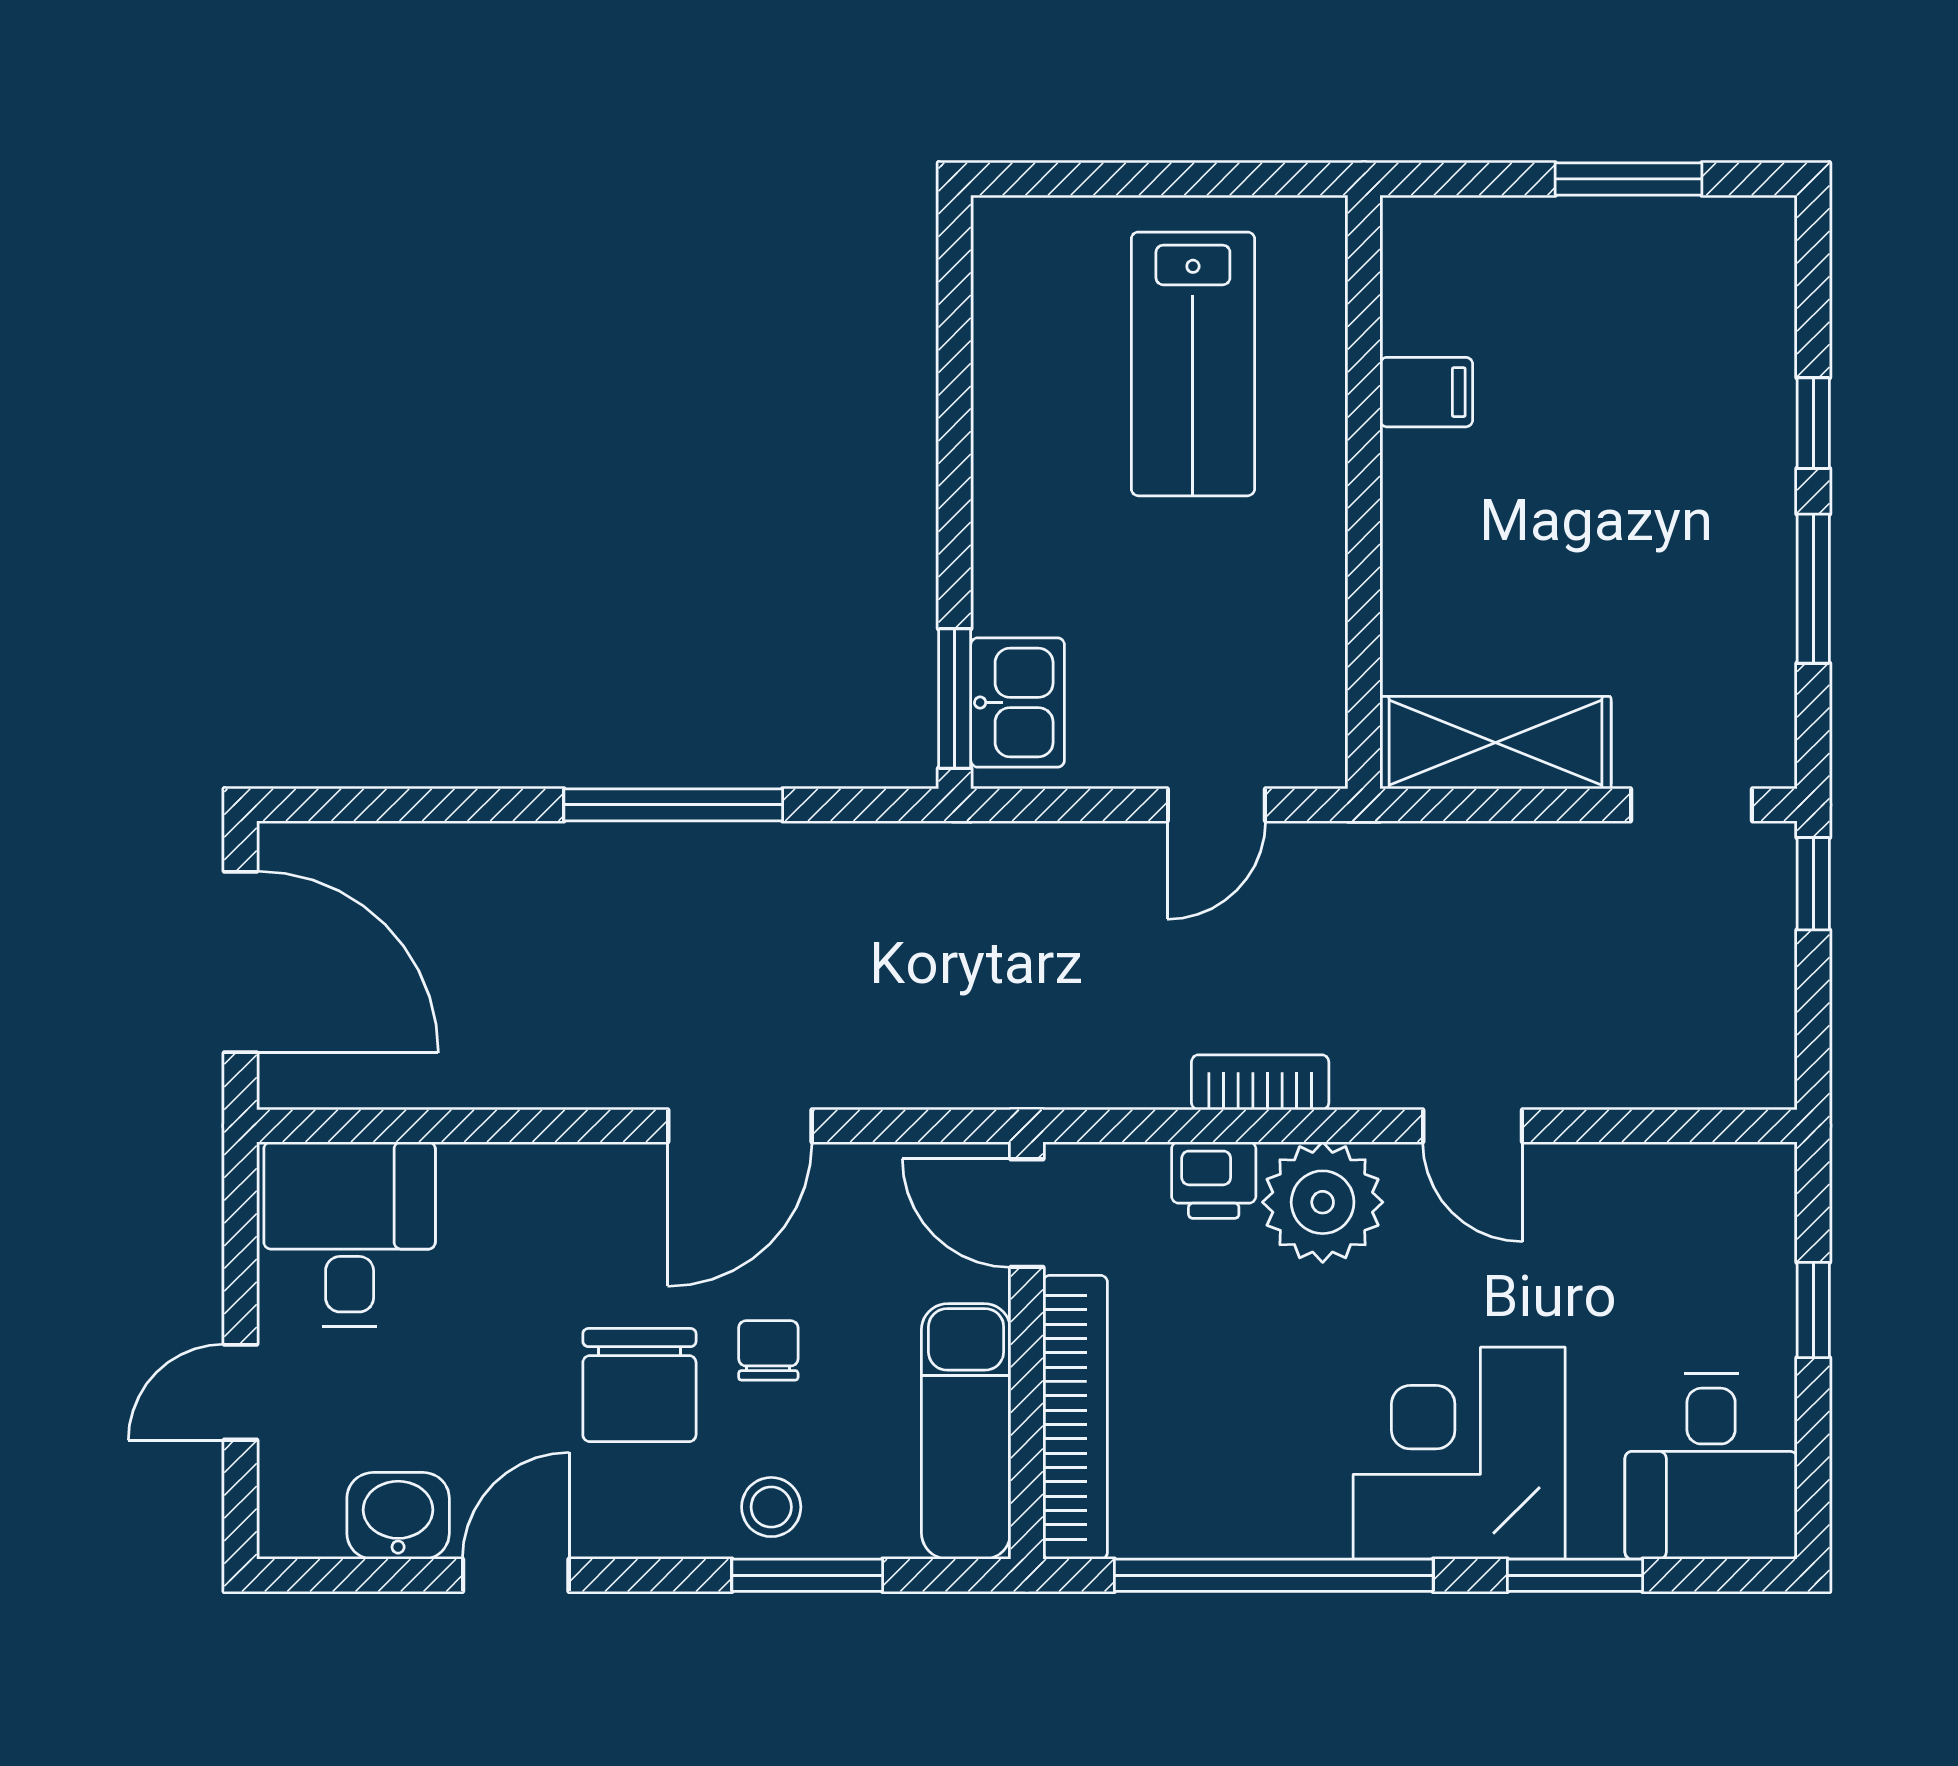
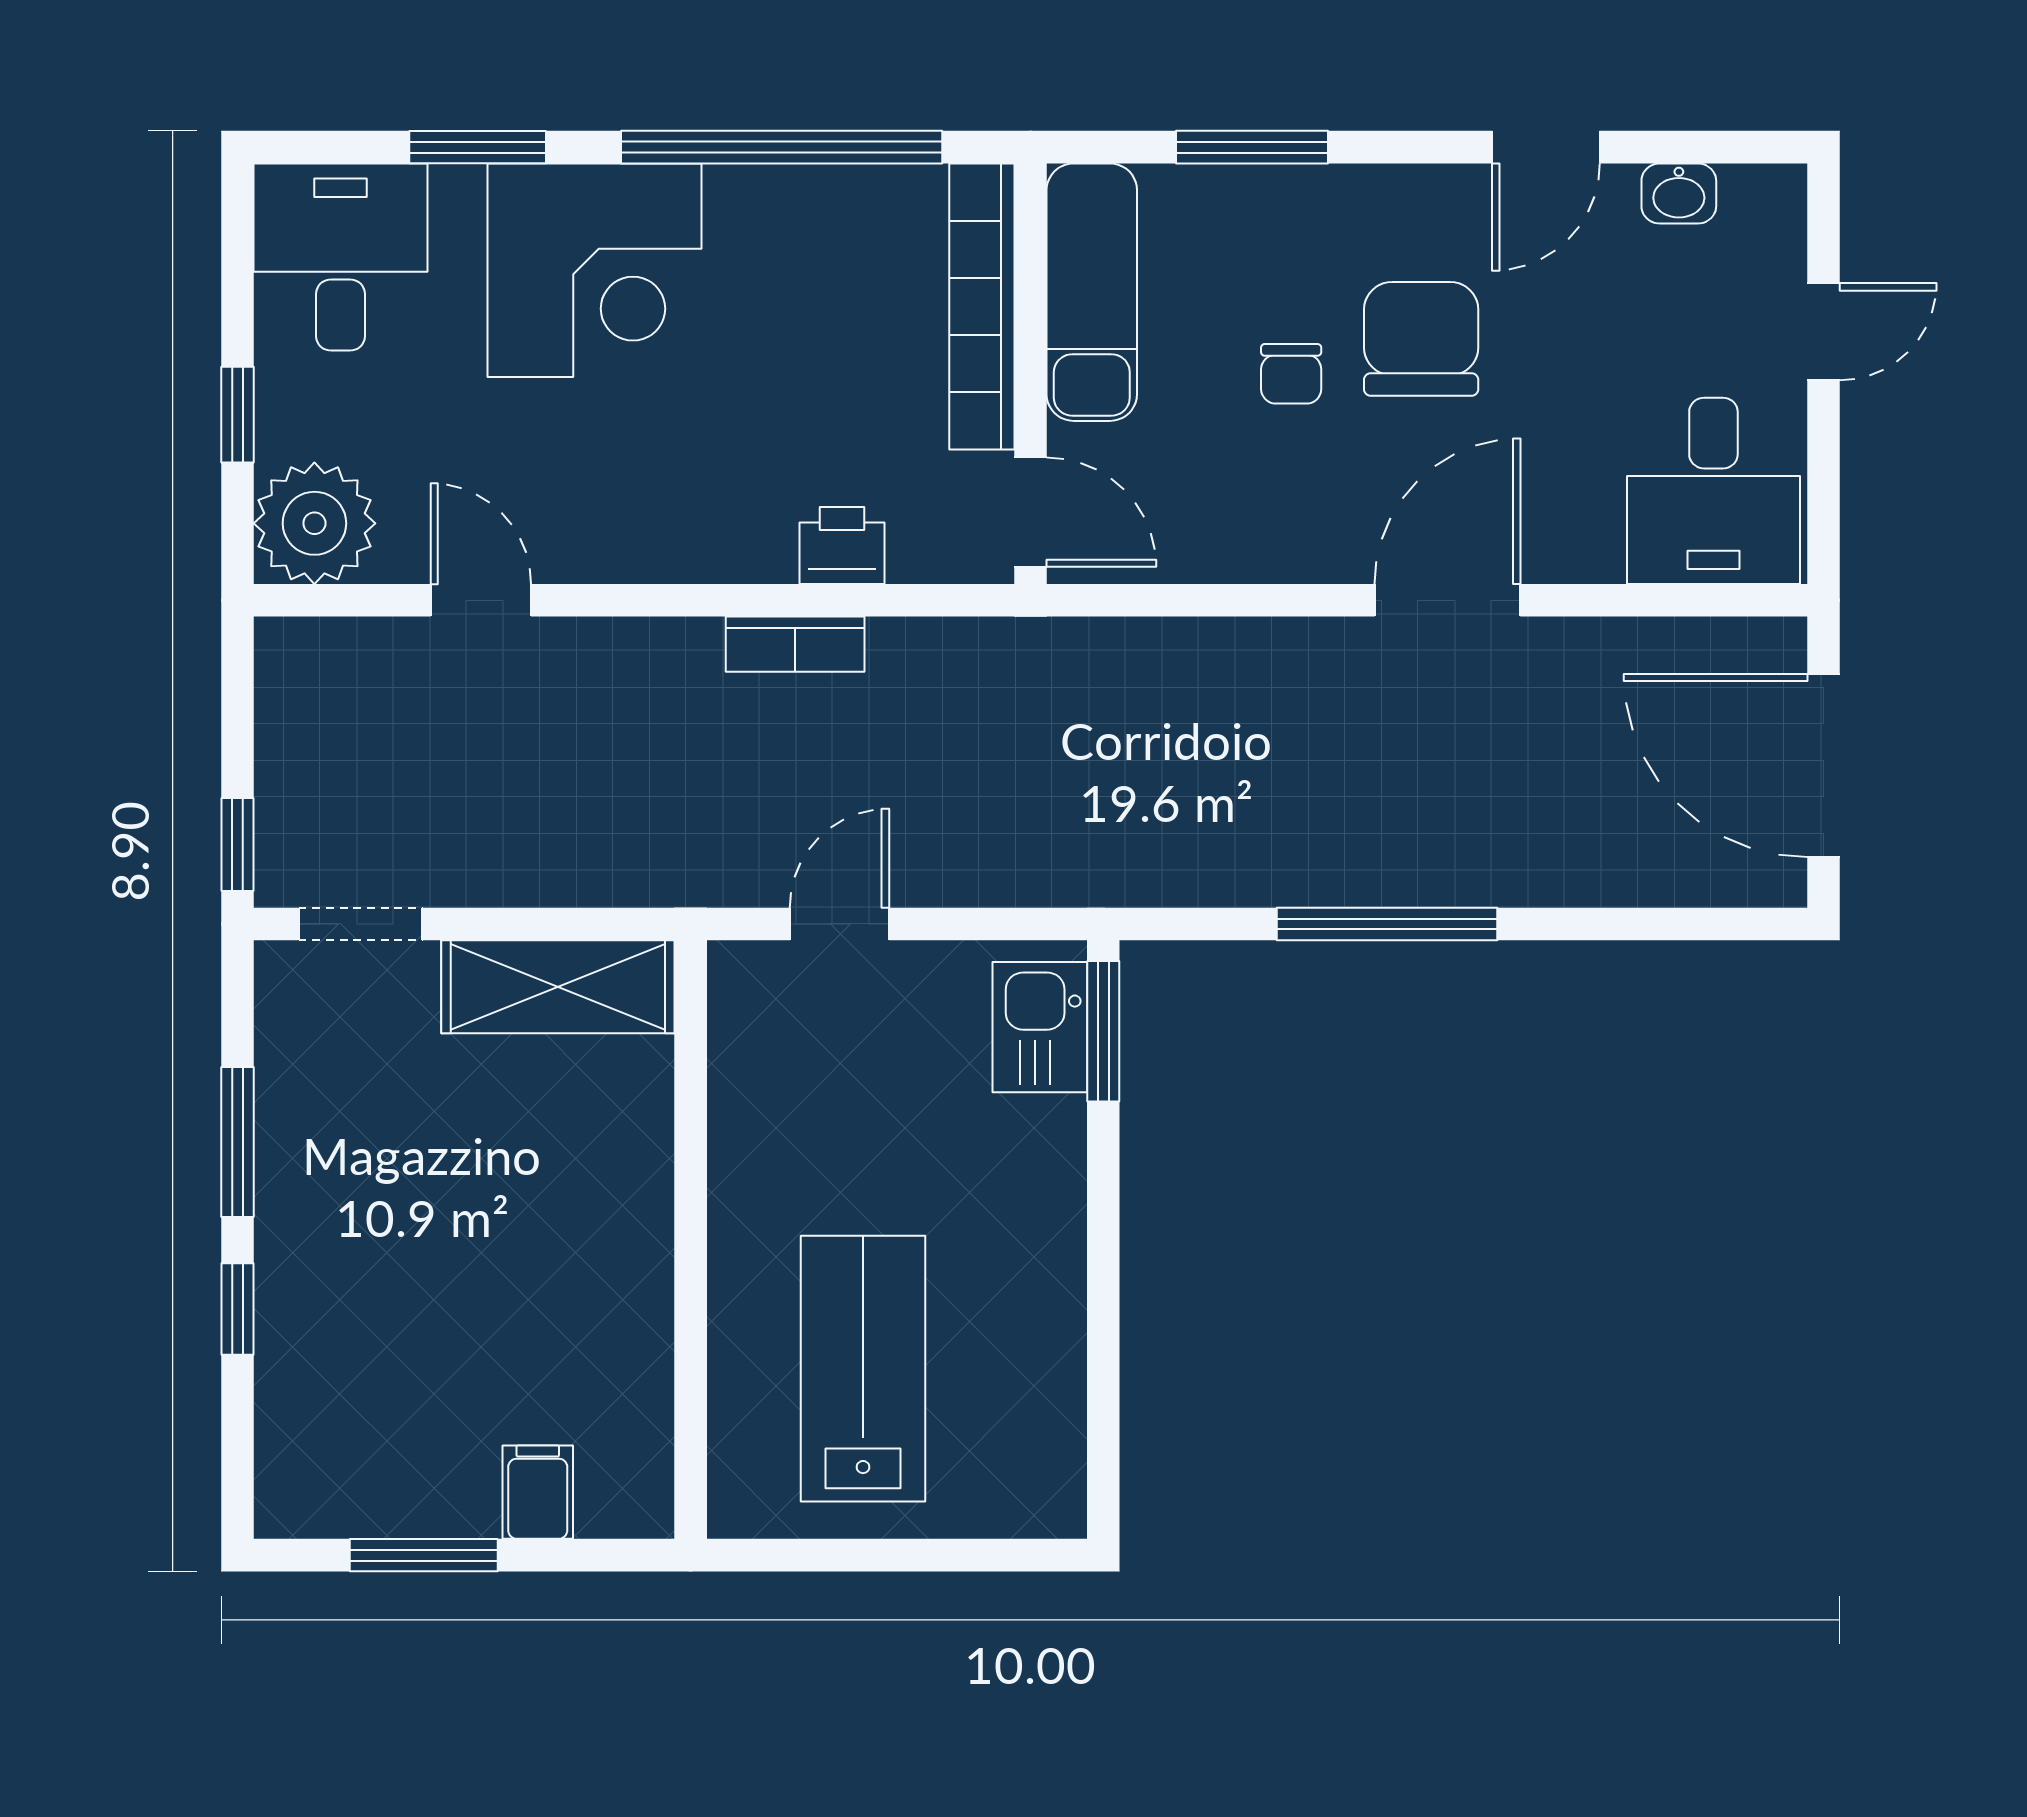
filing cabinet: (1426, 392) -> (538, 1492), moved, turned 90
door: (740, 1126) -> (1448, 600), moved
door: (1473, 1126) -> (481, 600), moved
plant: (1323, 1202) -> (314, 523), moved
stool: (771, 1507) -> (1288, 216), removed
washbasin: (398, 1516) -> (1679, 194), width x0.72, depth x0.69

